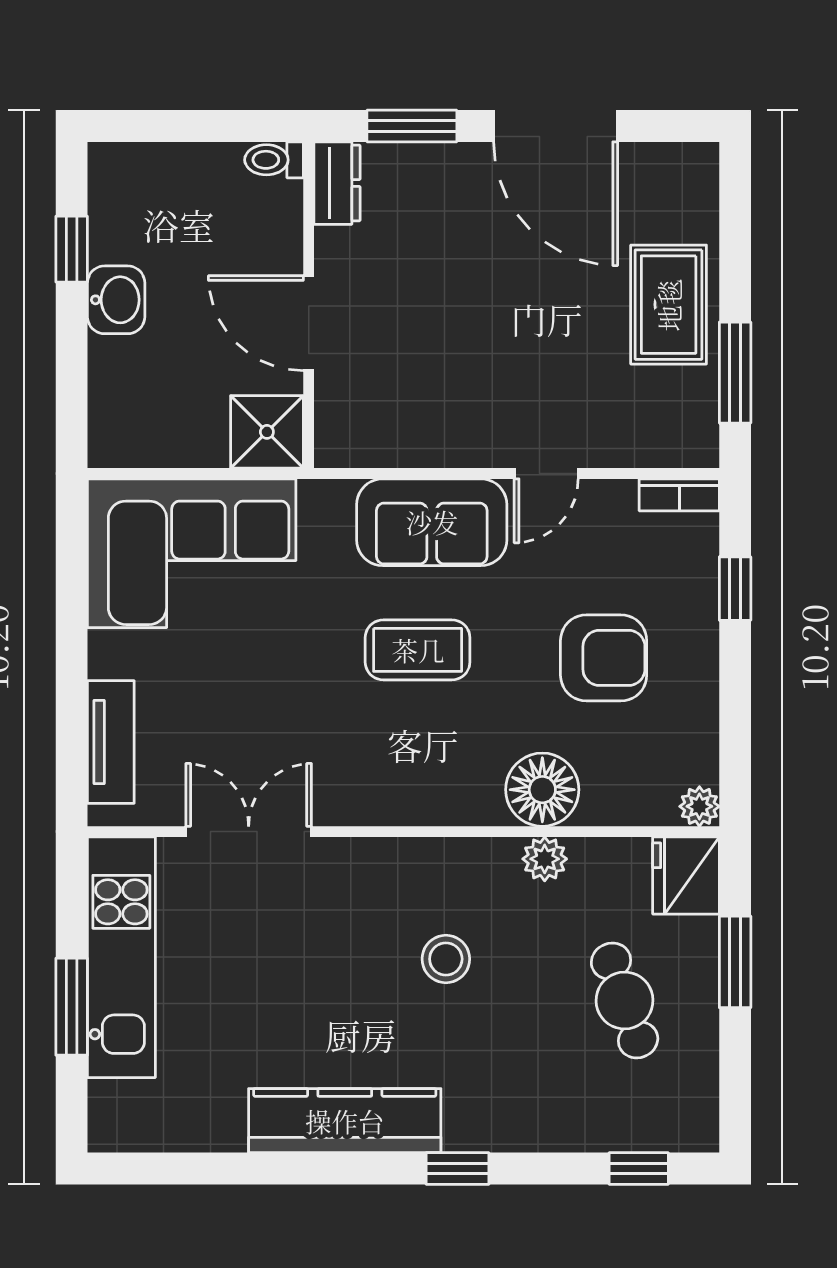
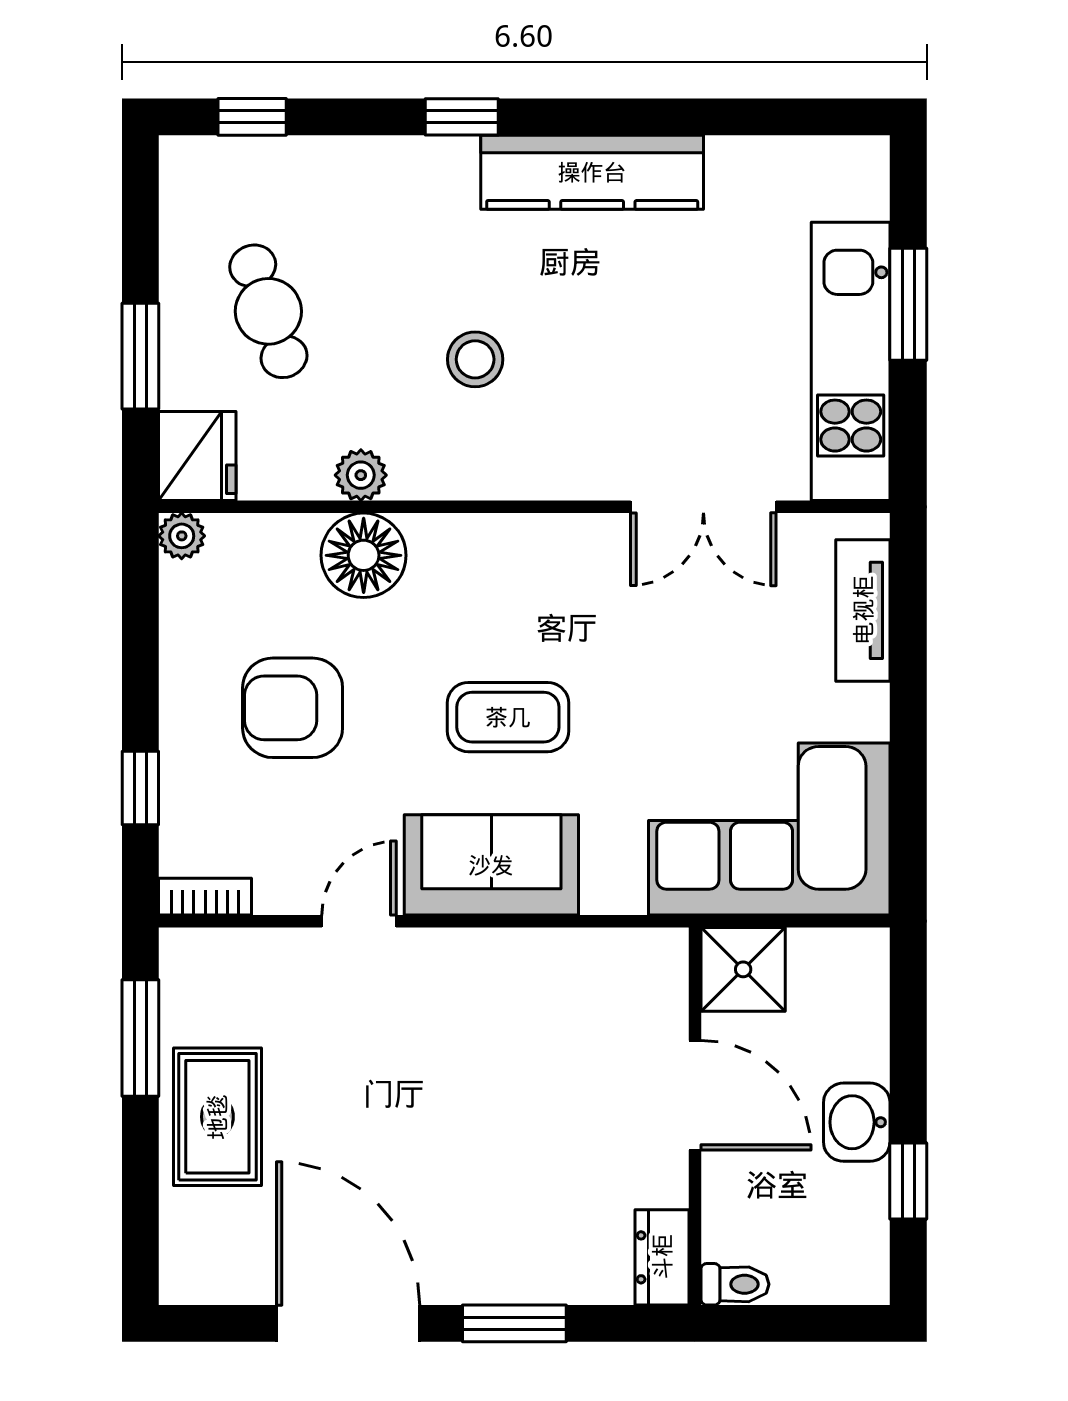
toilet: (274, 160) -> (735, 1284), moved
dresser: (337, 183) -> (662, 1257), moved
wall: (309, 305) -> (695, 1116), moved
door: (309, 323) -> (695, 1095), moved
shower: (267, 432) -> (743, 969), moved

